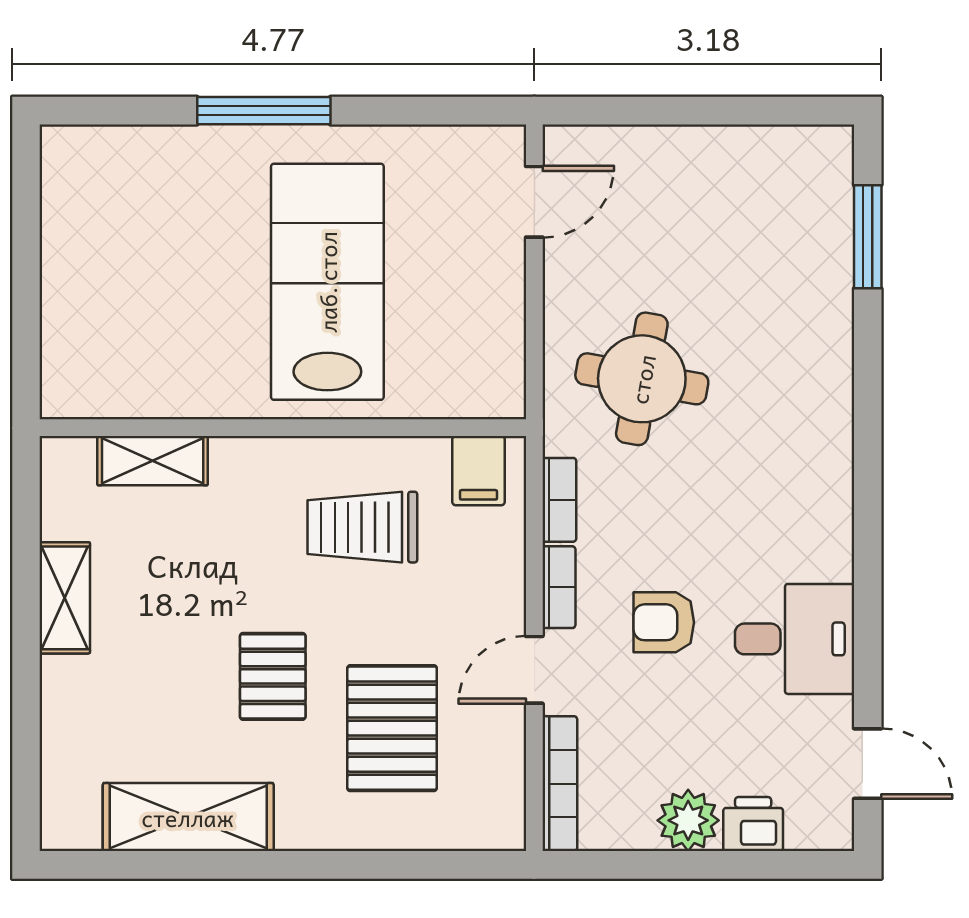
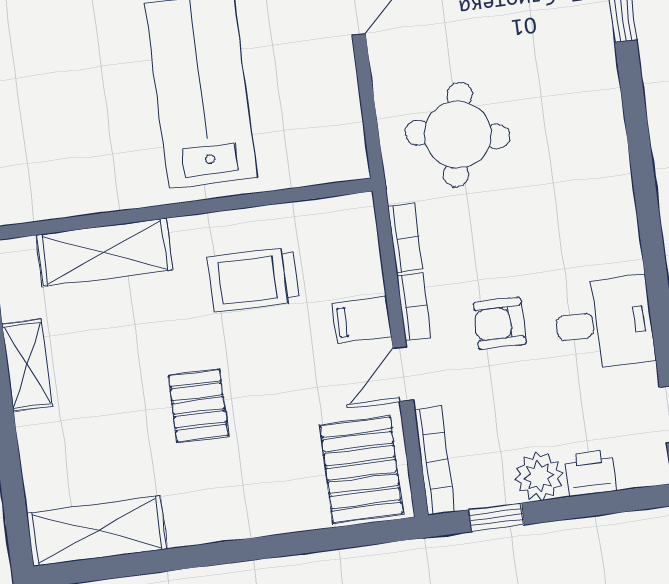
shelving: (153, 461) -> (105, 252), width x1.50, depth x1.33
filing cabinet: (479, 471) -> (362, 320), moved, turned 90
pallet: (392, 728) -> (361, 470), moved
shelving: (188, 817) -> (97, 531), moved
window: (628, 865) -> (496, 517), added

